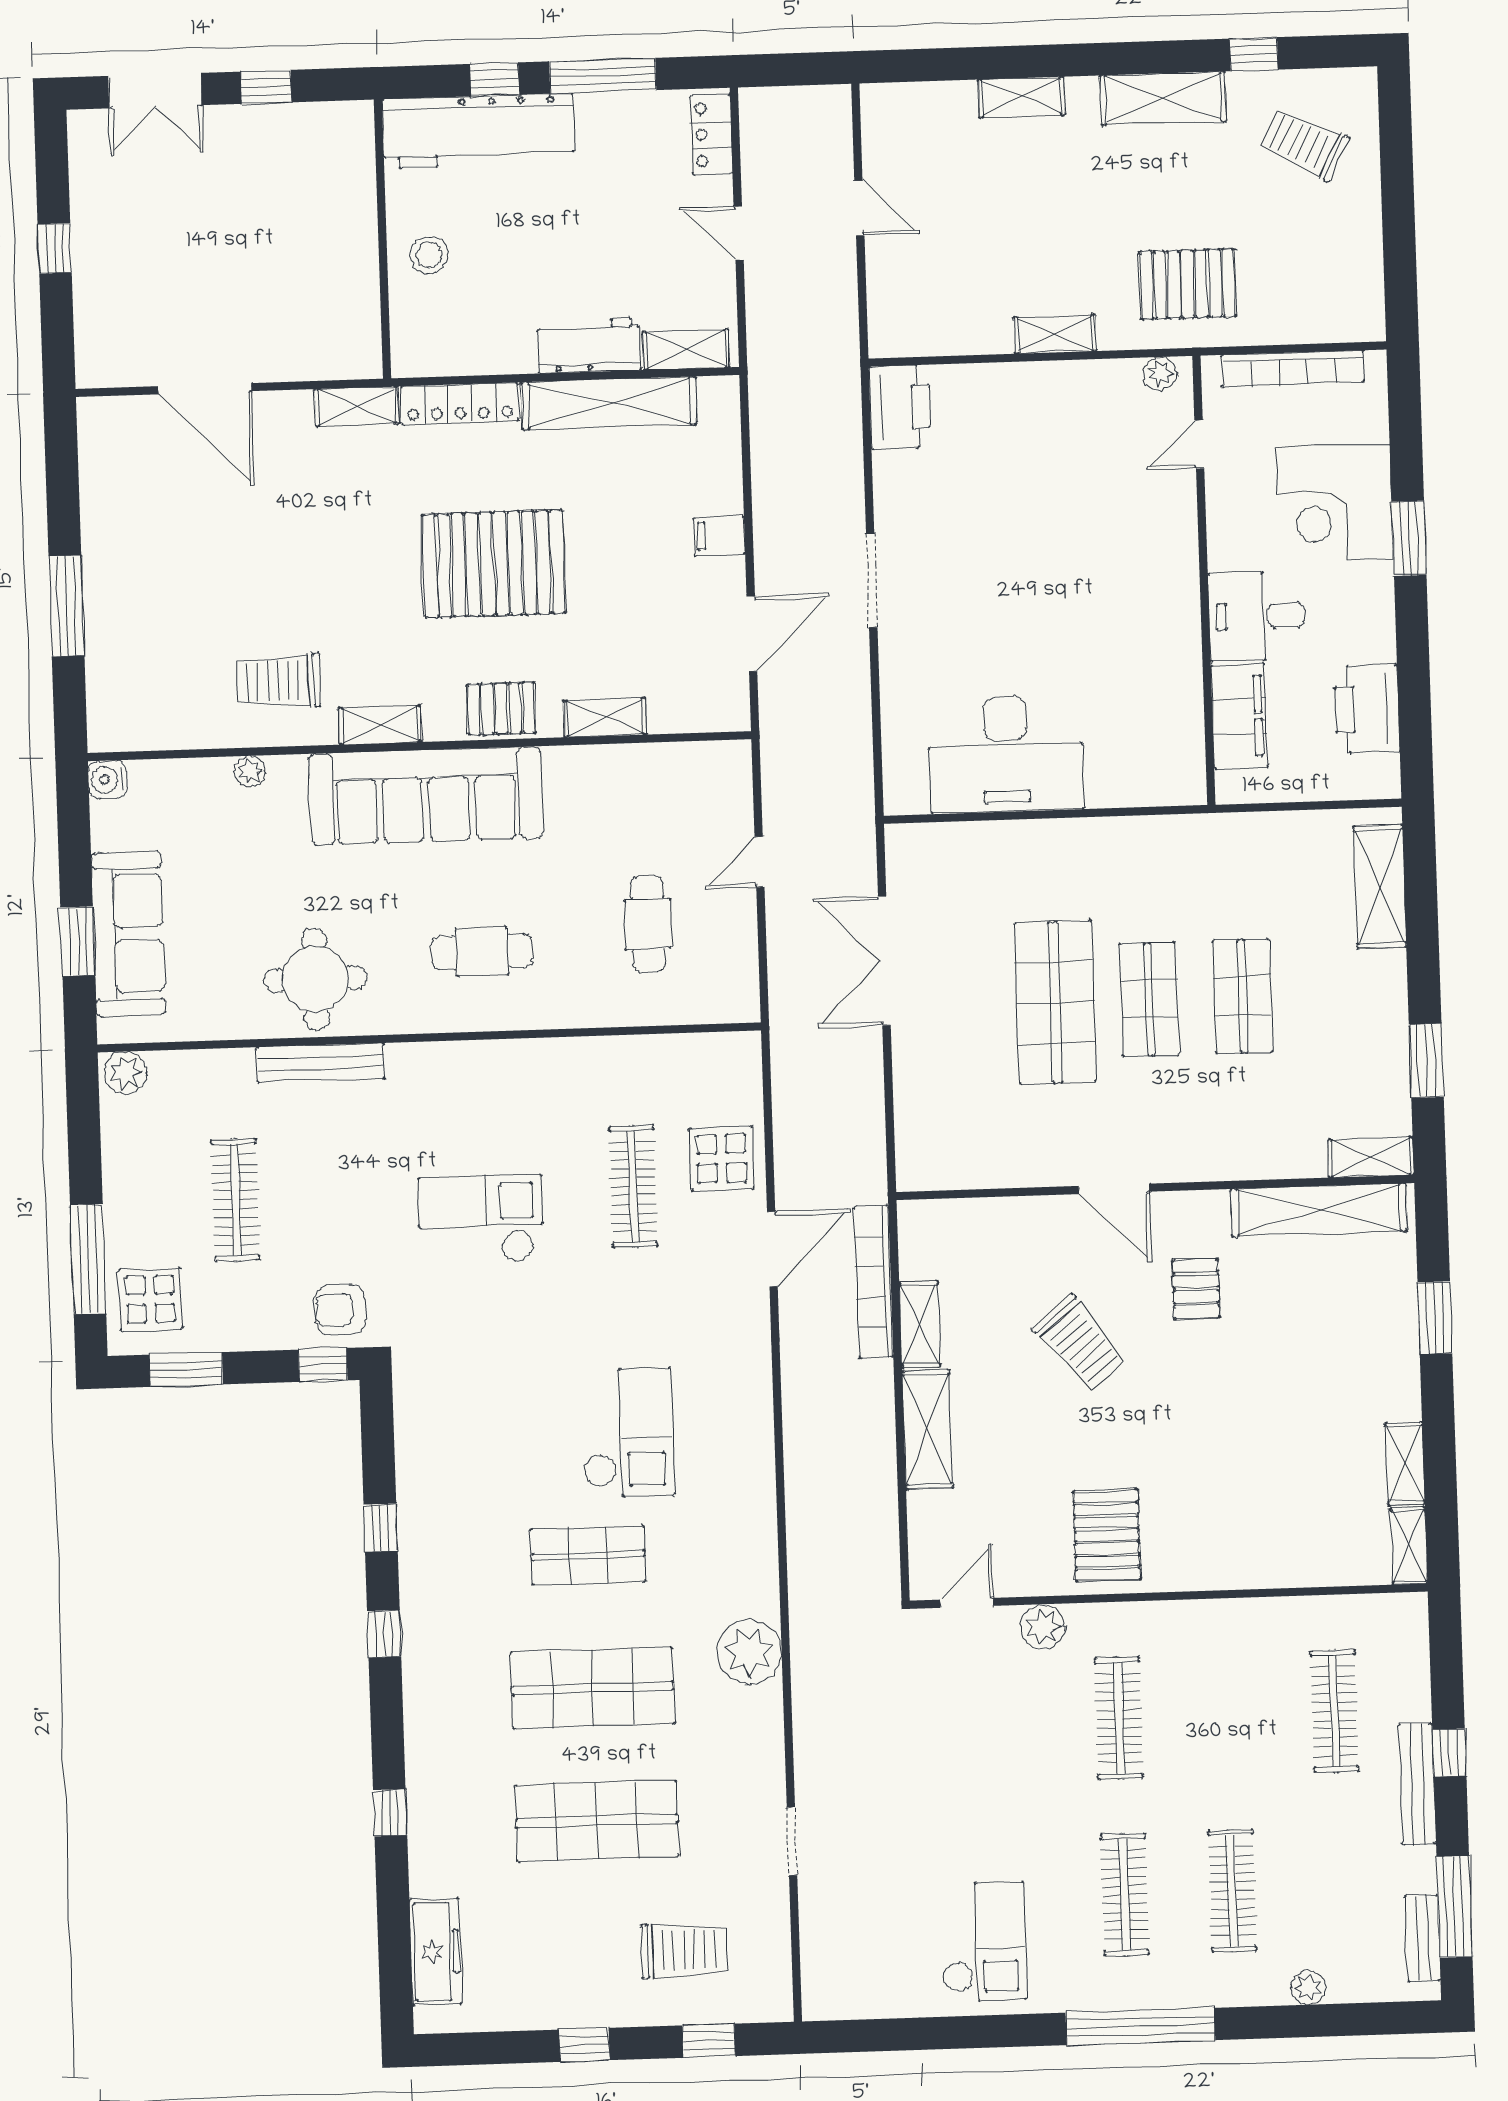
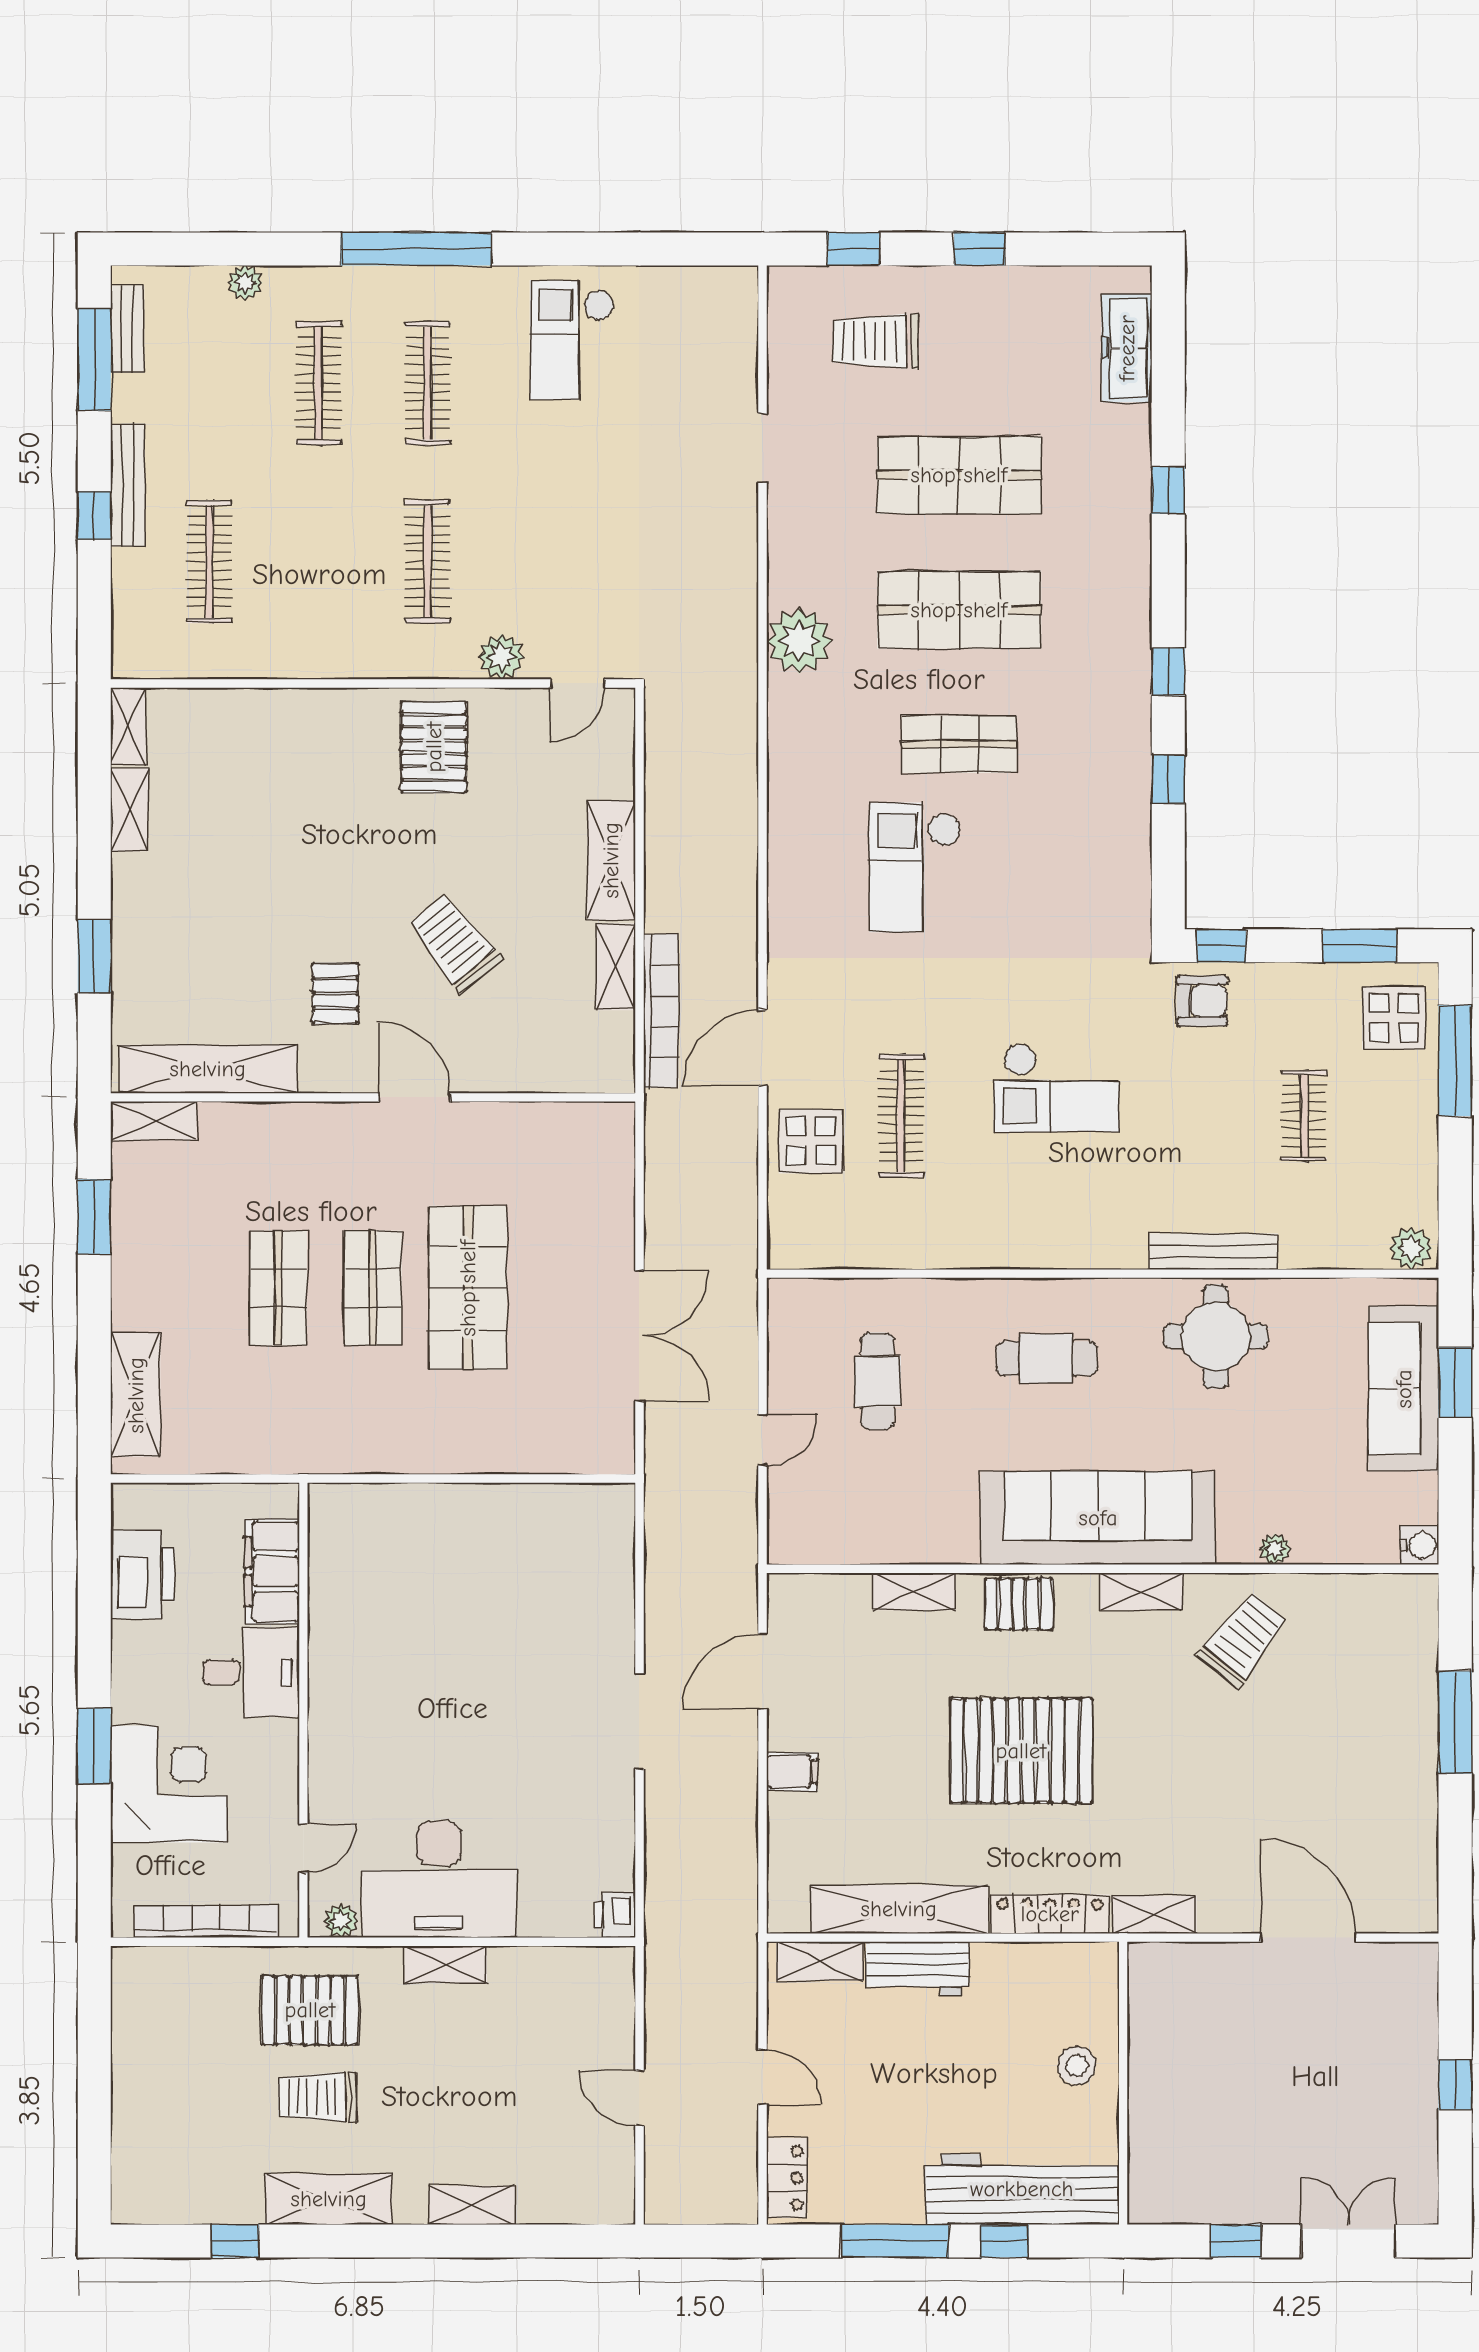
trolley: (1304, 144) -> (317, 2097), moved, turned 153
printer: (900, 407) -> (615, 1915), width x0.53, depth x0.68
trolley: (279, 681) -> (1243, 1639), turned -51
desk: (1006, 754) -> (439, 1879), moved, turned 180
clothes rail: (235, 1200) -> (1304, 1116), width x0.73

